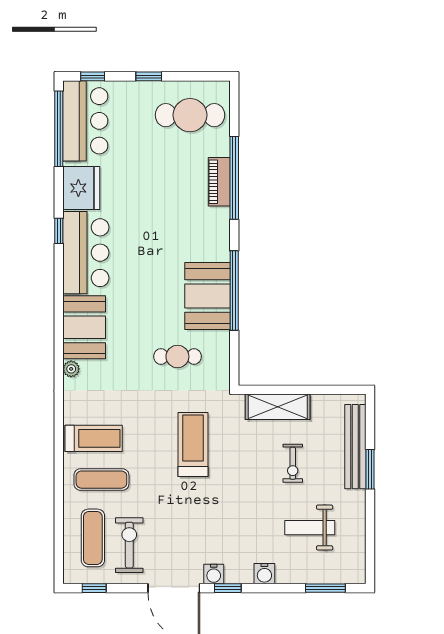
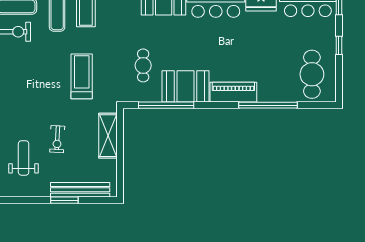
piano: (219, 182) -> (233, 92), moved, width x1.37, depth x1.33
window: (234, 290) -> (166, 105), moved
treadmill: (193, 444) -> (82, 76), turned -90
exercise bike: (293, 463) -> (57, 139), moved, turned -87

